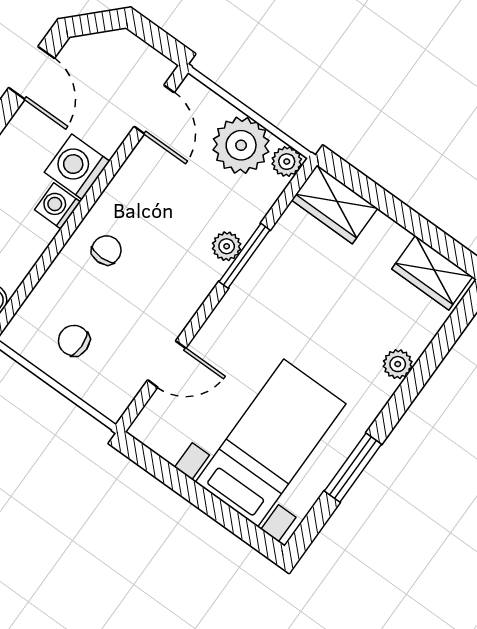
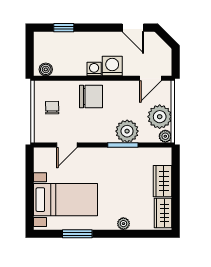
door: (31, 73) -> (133, 28), hinge flipped
wardrobe: (335, 204) -> (162, 181), moved
plant: (227, 246) -> (127, 131), width x1.87, depth x1.87
chair: (106, 250) -> (91, 97), width x1.87, depth x1.87
door: (167, 364) -> (67, 145), hinge flipped

